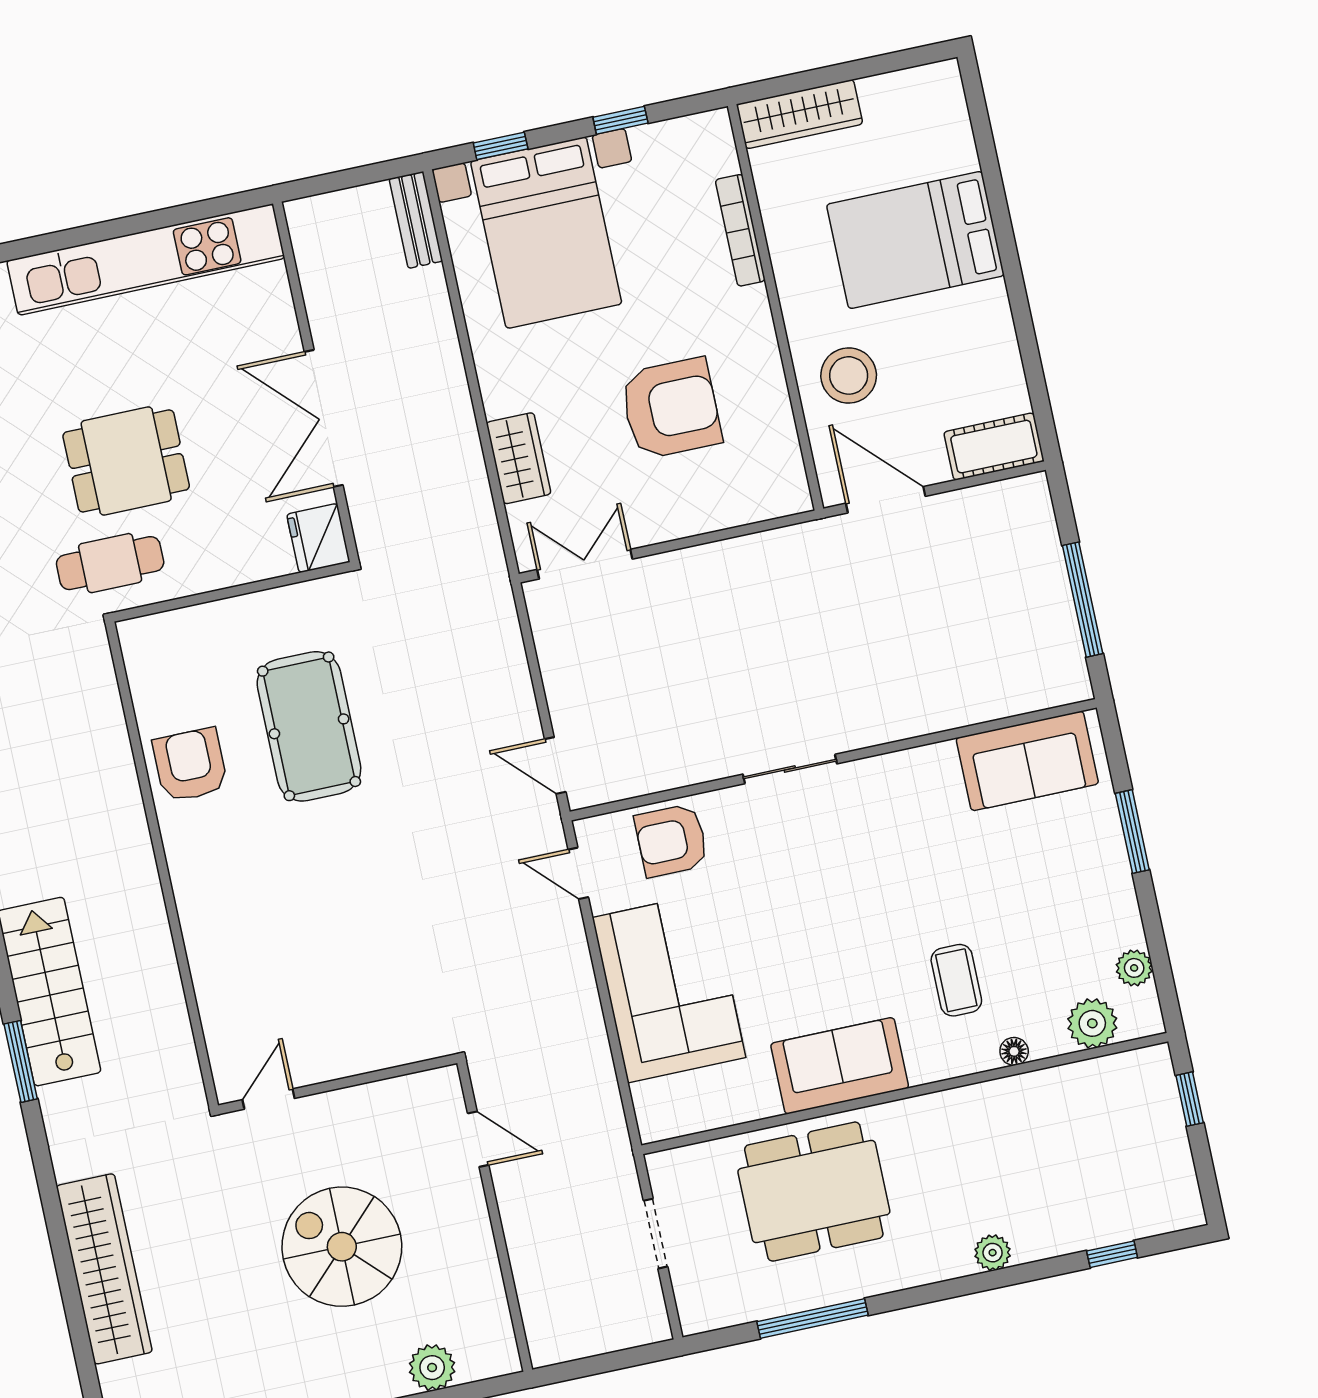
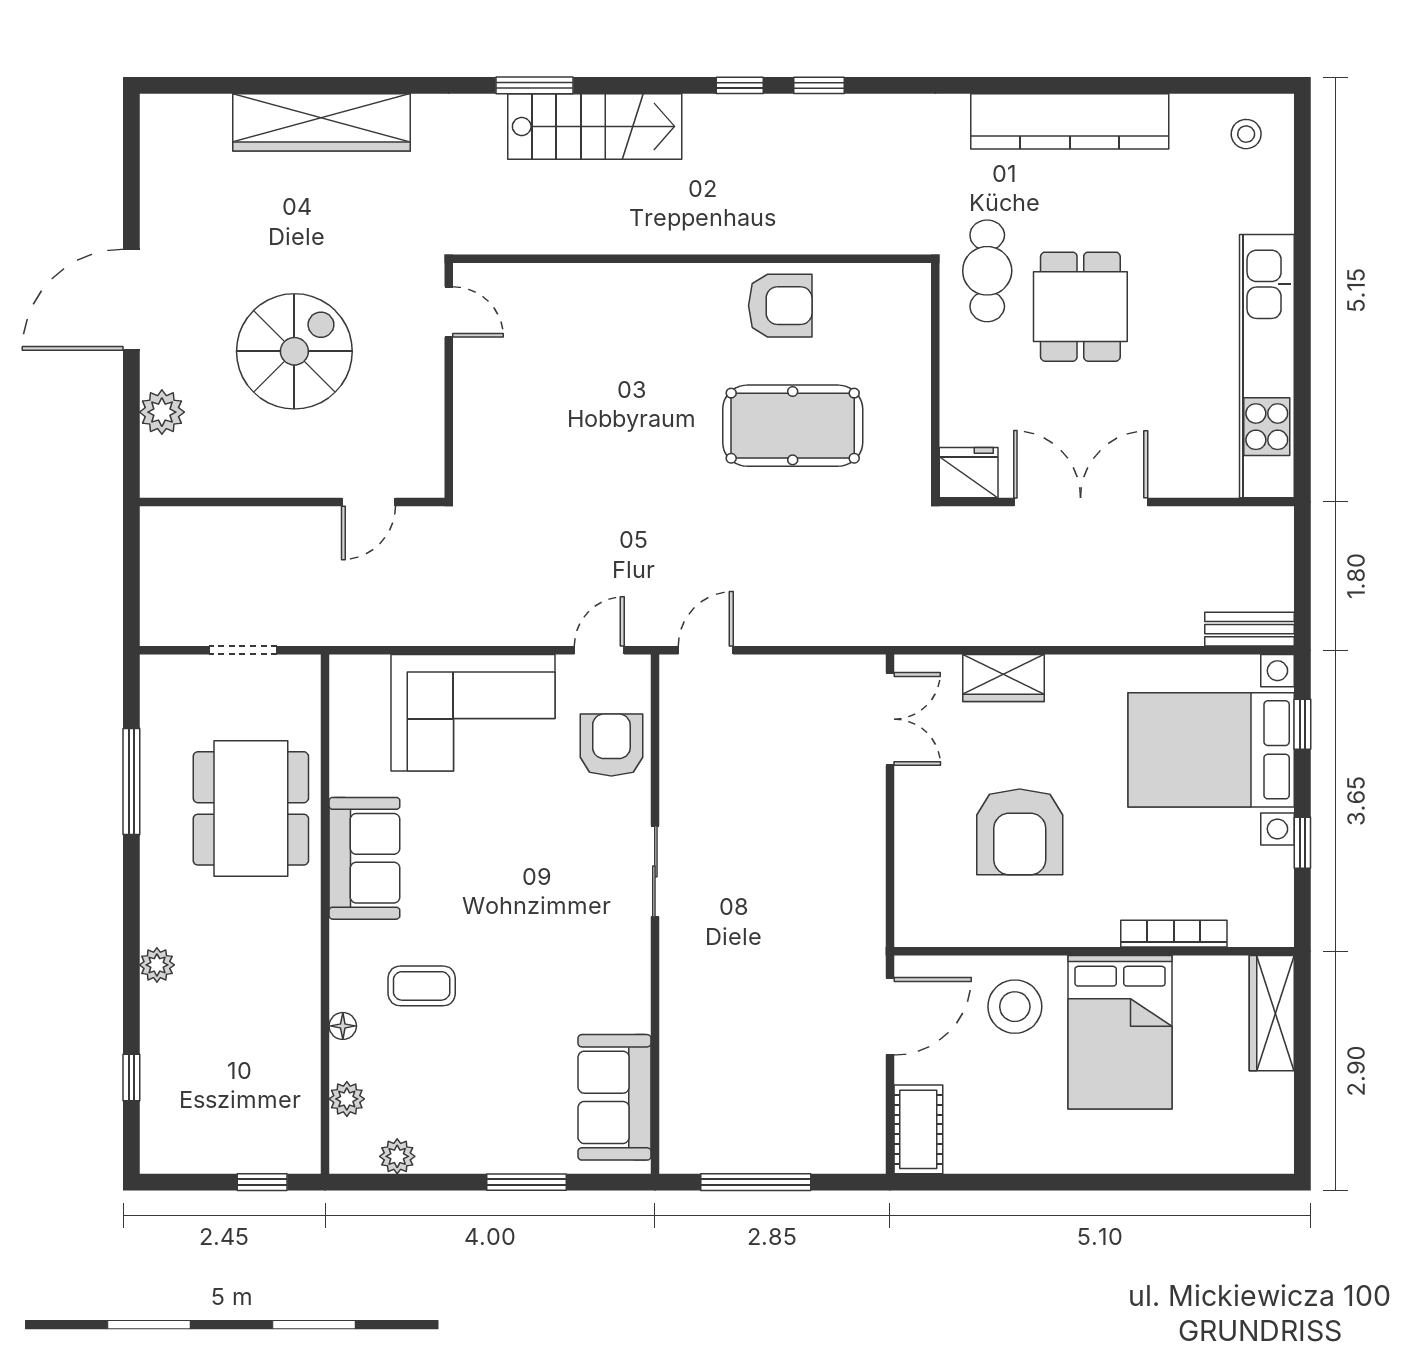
bed: (915, 240) -> (1120, 1032), moved, turned 180
plant: (1092, 1023) -> (347, 1099), width x0.73, depth x0.73

